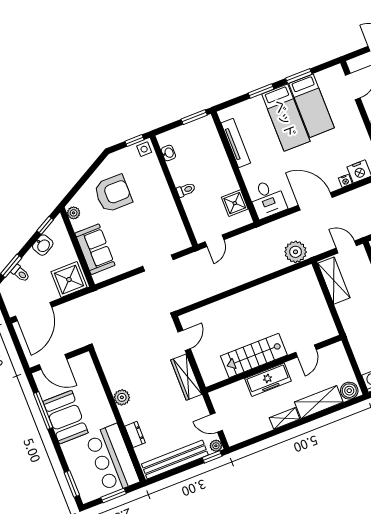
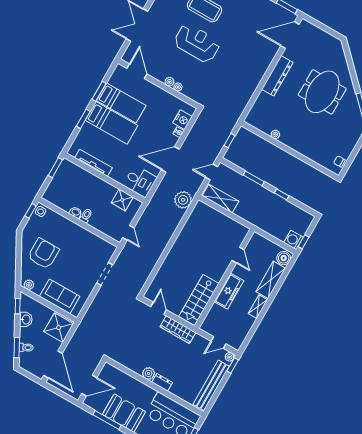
washbasin: (168, 153) -> (76, 212), moved
stairs: (254, 356) -> (199, 300), moved
dresser: (135, 434) -> (162, 382), moved

